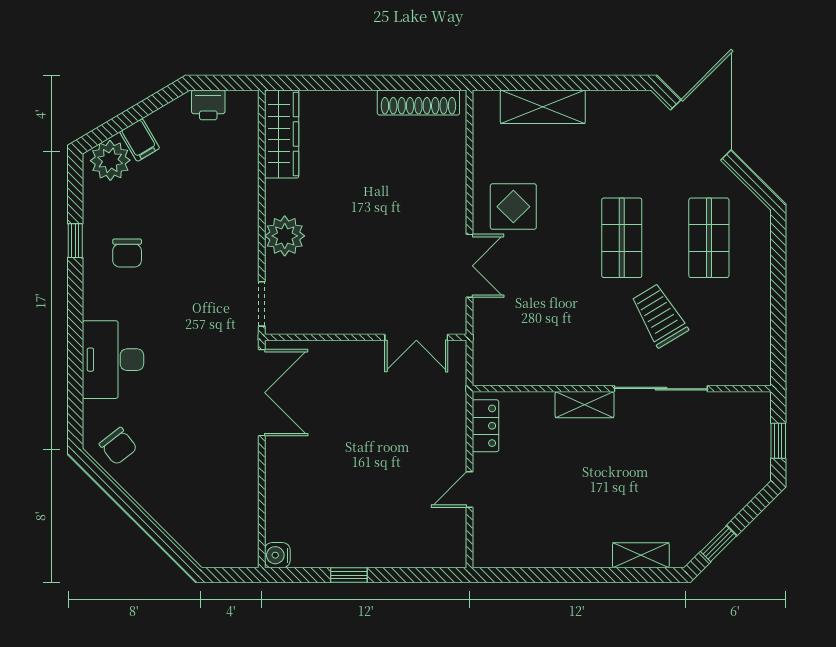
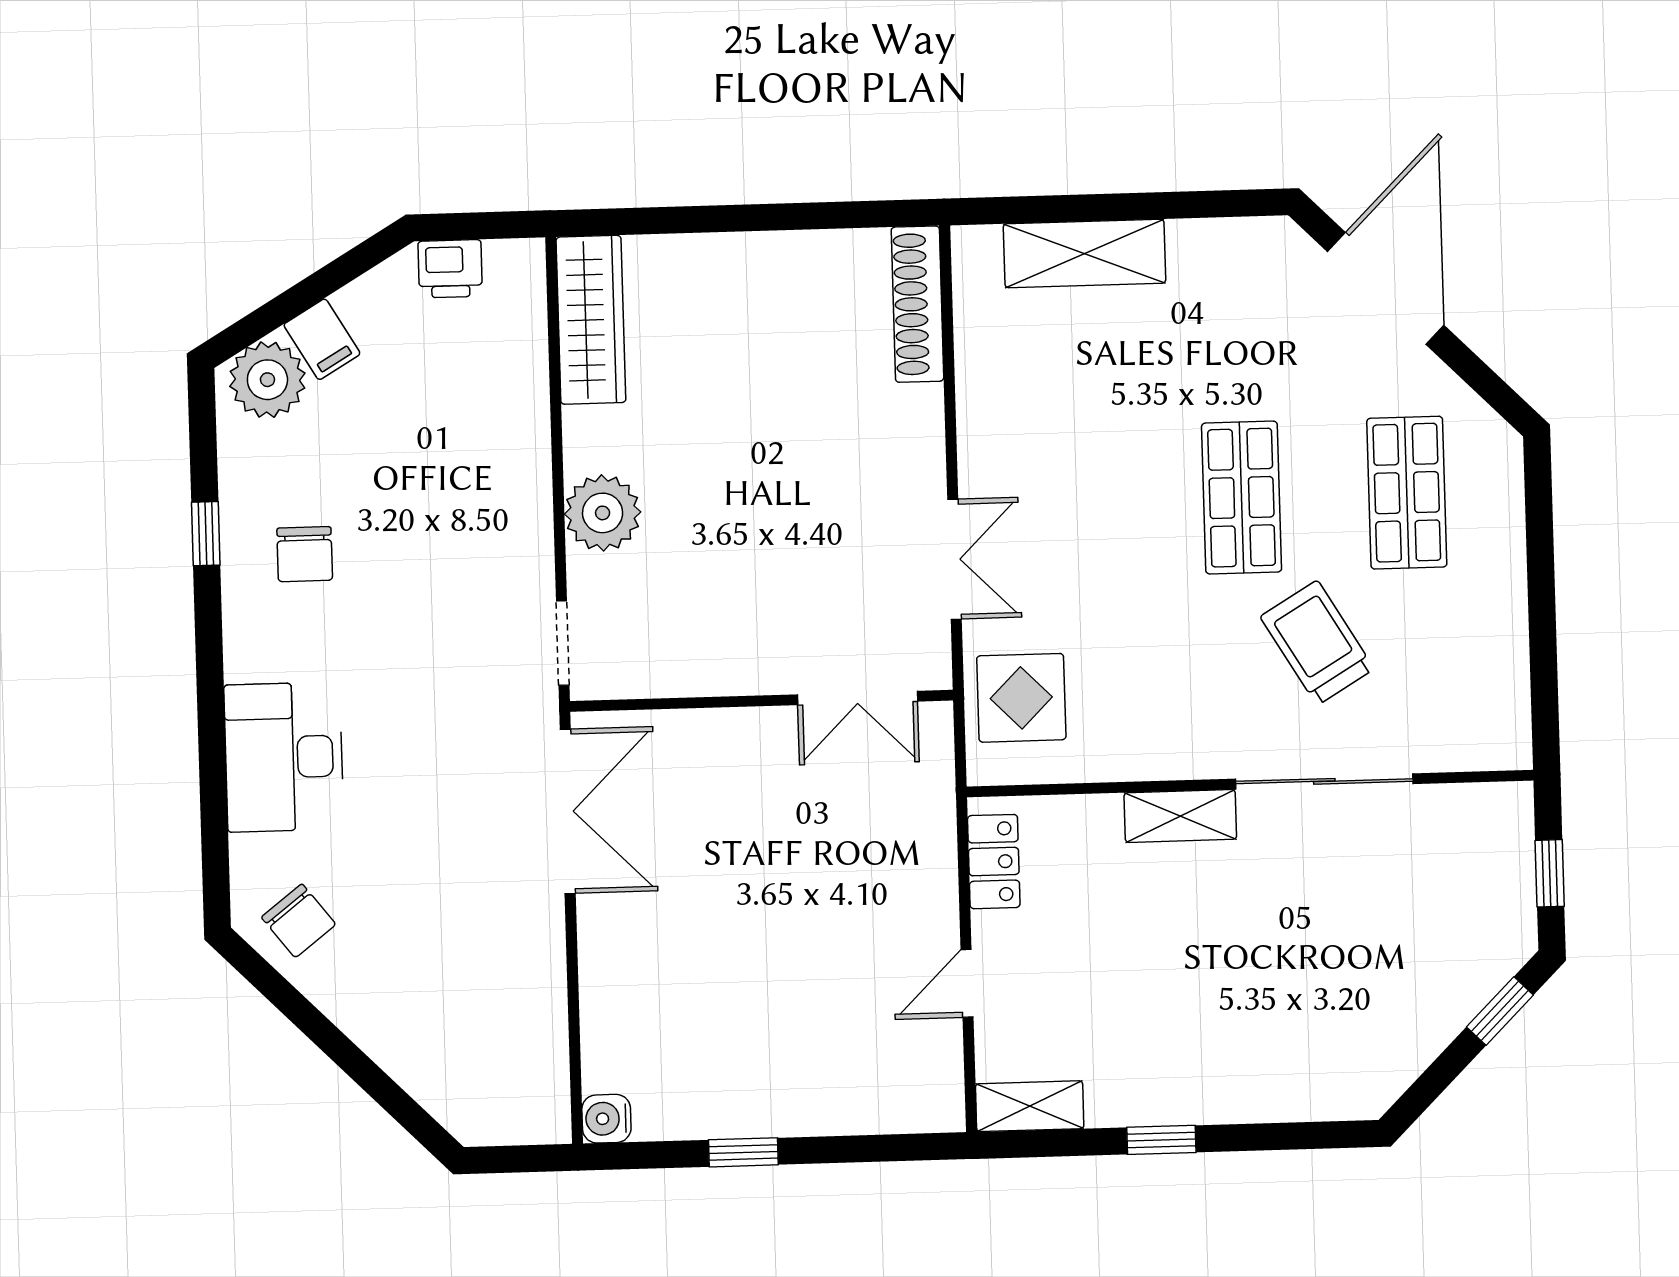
shoe rack: (418, 102) -> (917, 304), moved, turned 90
display table: (513, 207) -> (1021, 698), moved
window: (719, 544) -> (1500, 1011), moved
shelving: (641, 555) -> (1030, 1106), moved
window: (569, 575) -> (1161, 1140), added

